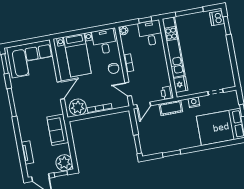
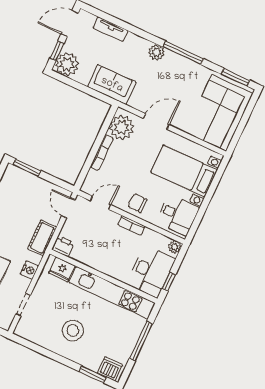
desk: (150, 33) -> (151, 272), width x1.37
stool: (210, 54) -> (73, 331), added
door: (61, 90) -> (156, 122), swing flipped
plant: (22, 118) -> (156, 52), added

